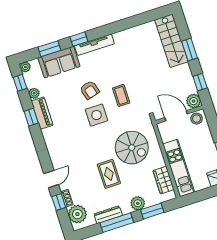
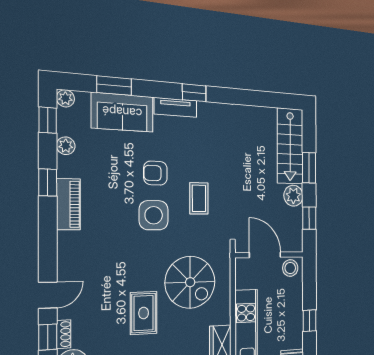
window: (79, 39) -> (194, 93), moved
tv unit: (94, 45) -> (176, 107), width x0.71
armchair: (90, 90) -> (155, 173), turned 106
plant: (194, 101) -> (293, 196), moved
piano: (42, 113) -> (68, 204), moved

